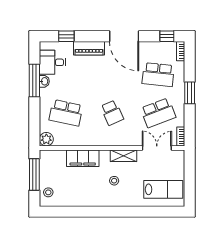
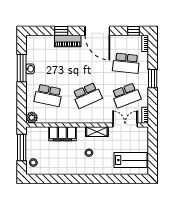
window: (66, 36) -> (61, 31), moved
desk: (52, 62) -> (37, 53), removed
school desk: (112, 113) -> (87, 95), width x1.85

